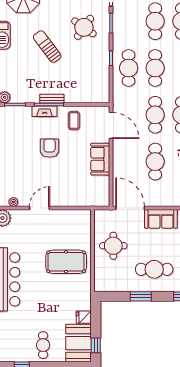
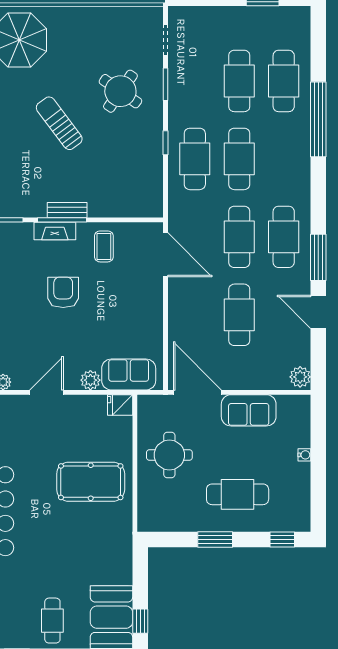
sofa: (100, 159) -> (129, 374), moved, turned 90
plant: (66, 201) -> (90, 380), added
fridge: (84, 317) -> (120, 405), moved

